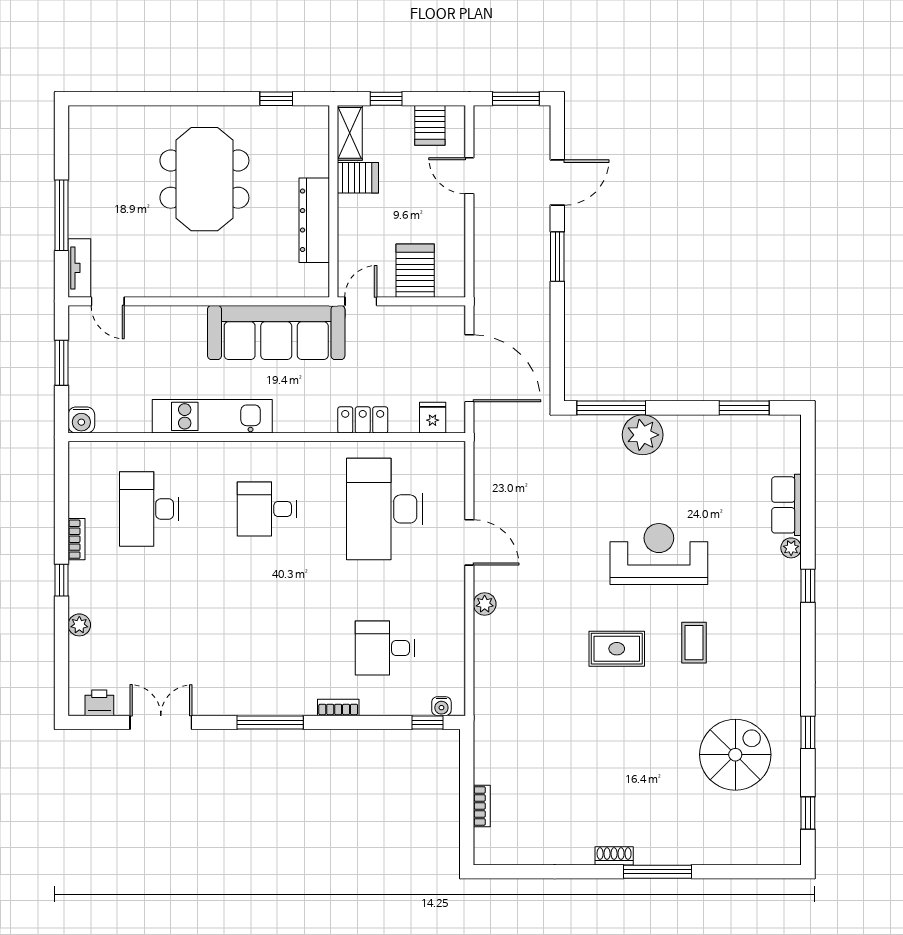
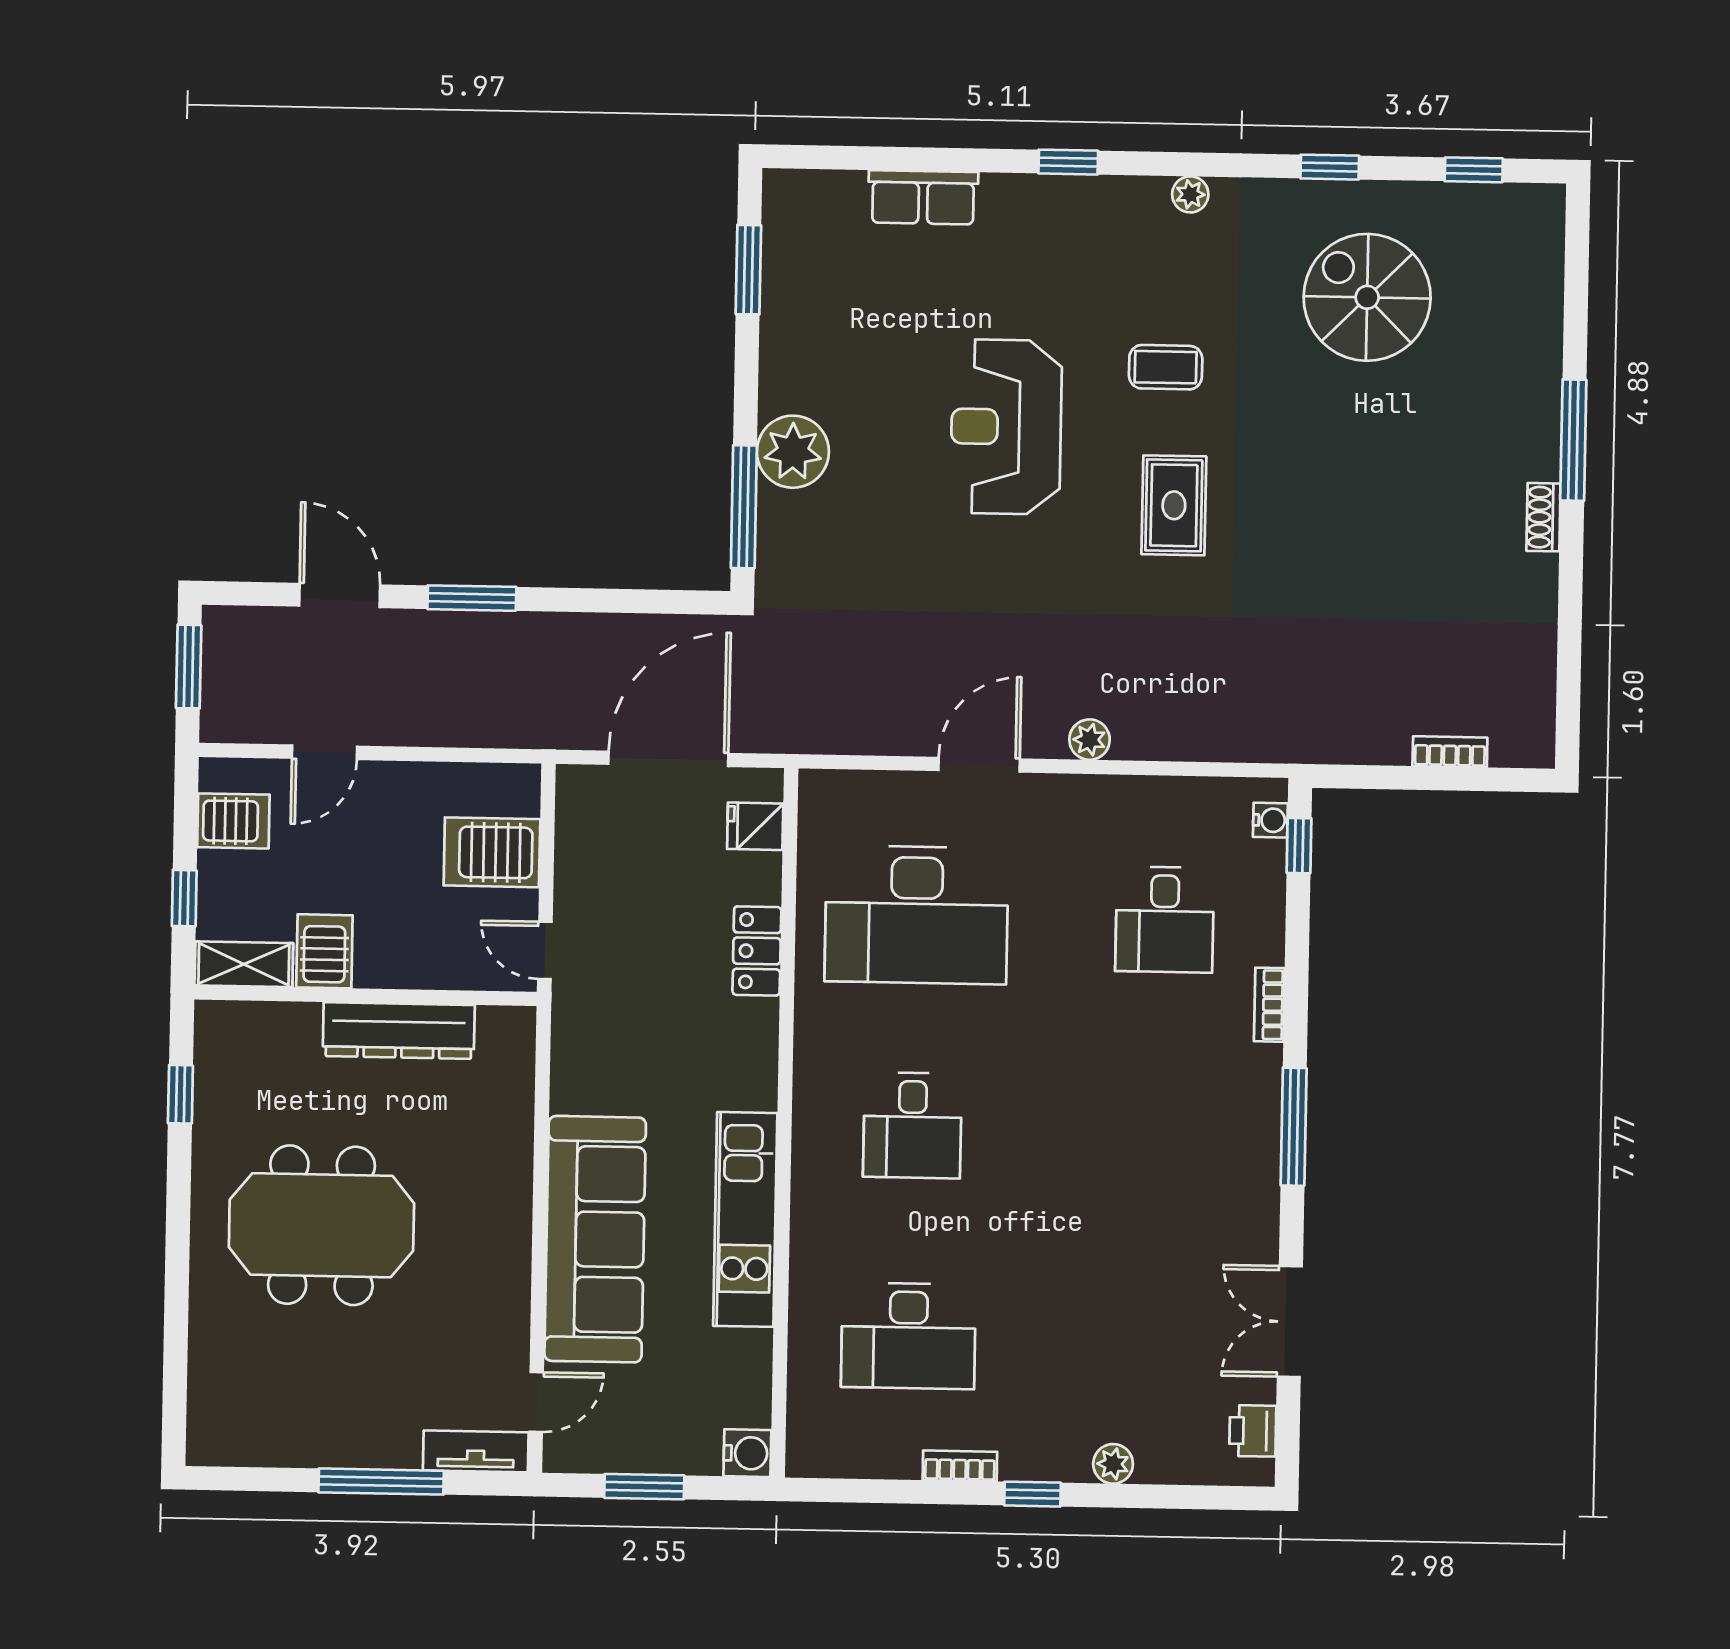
sofa: (276, 332) -> (595, 1239), moved
plant: (791, 548) -> (1190, 194), moved

